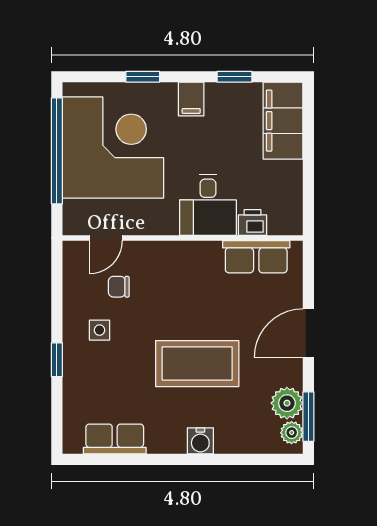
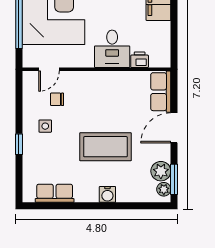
row of seats: (256, 257) -> (161, 92), moved, turned 90

